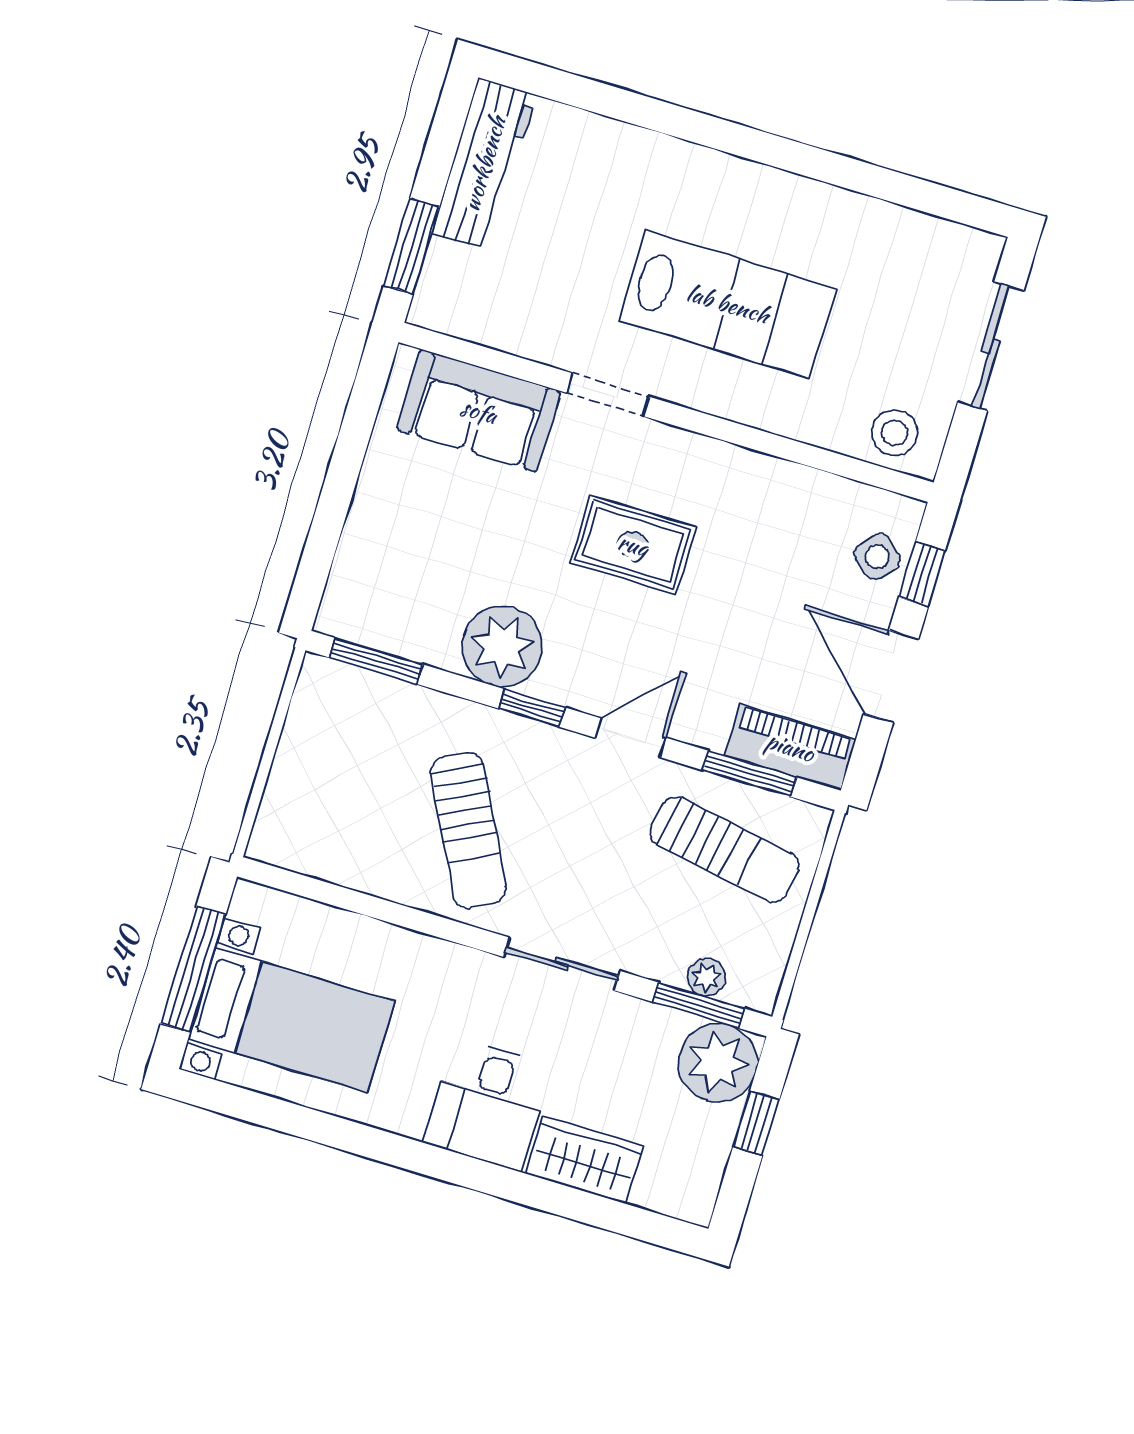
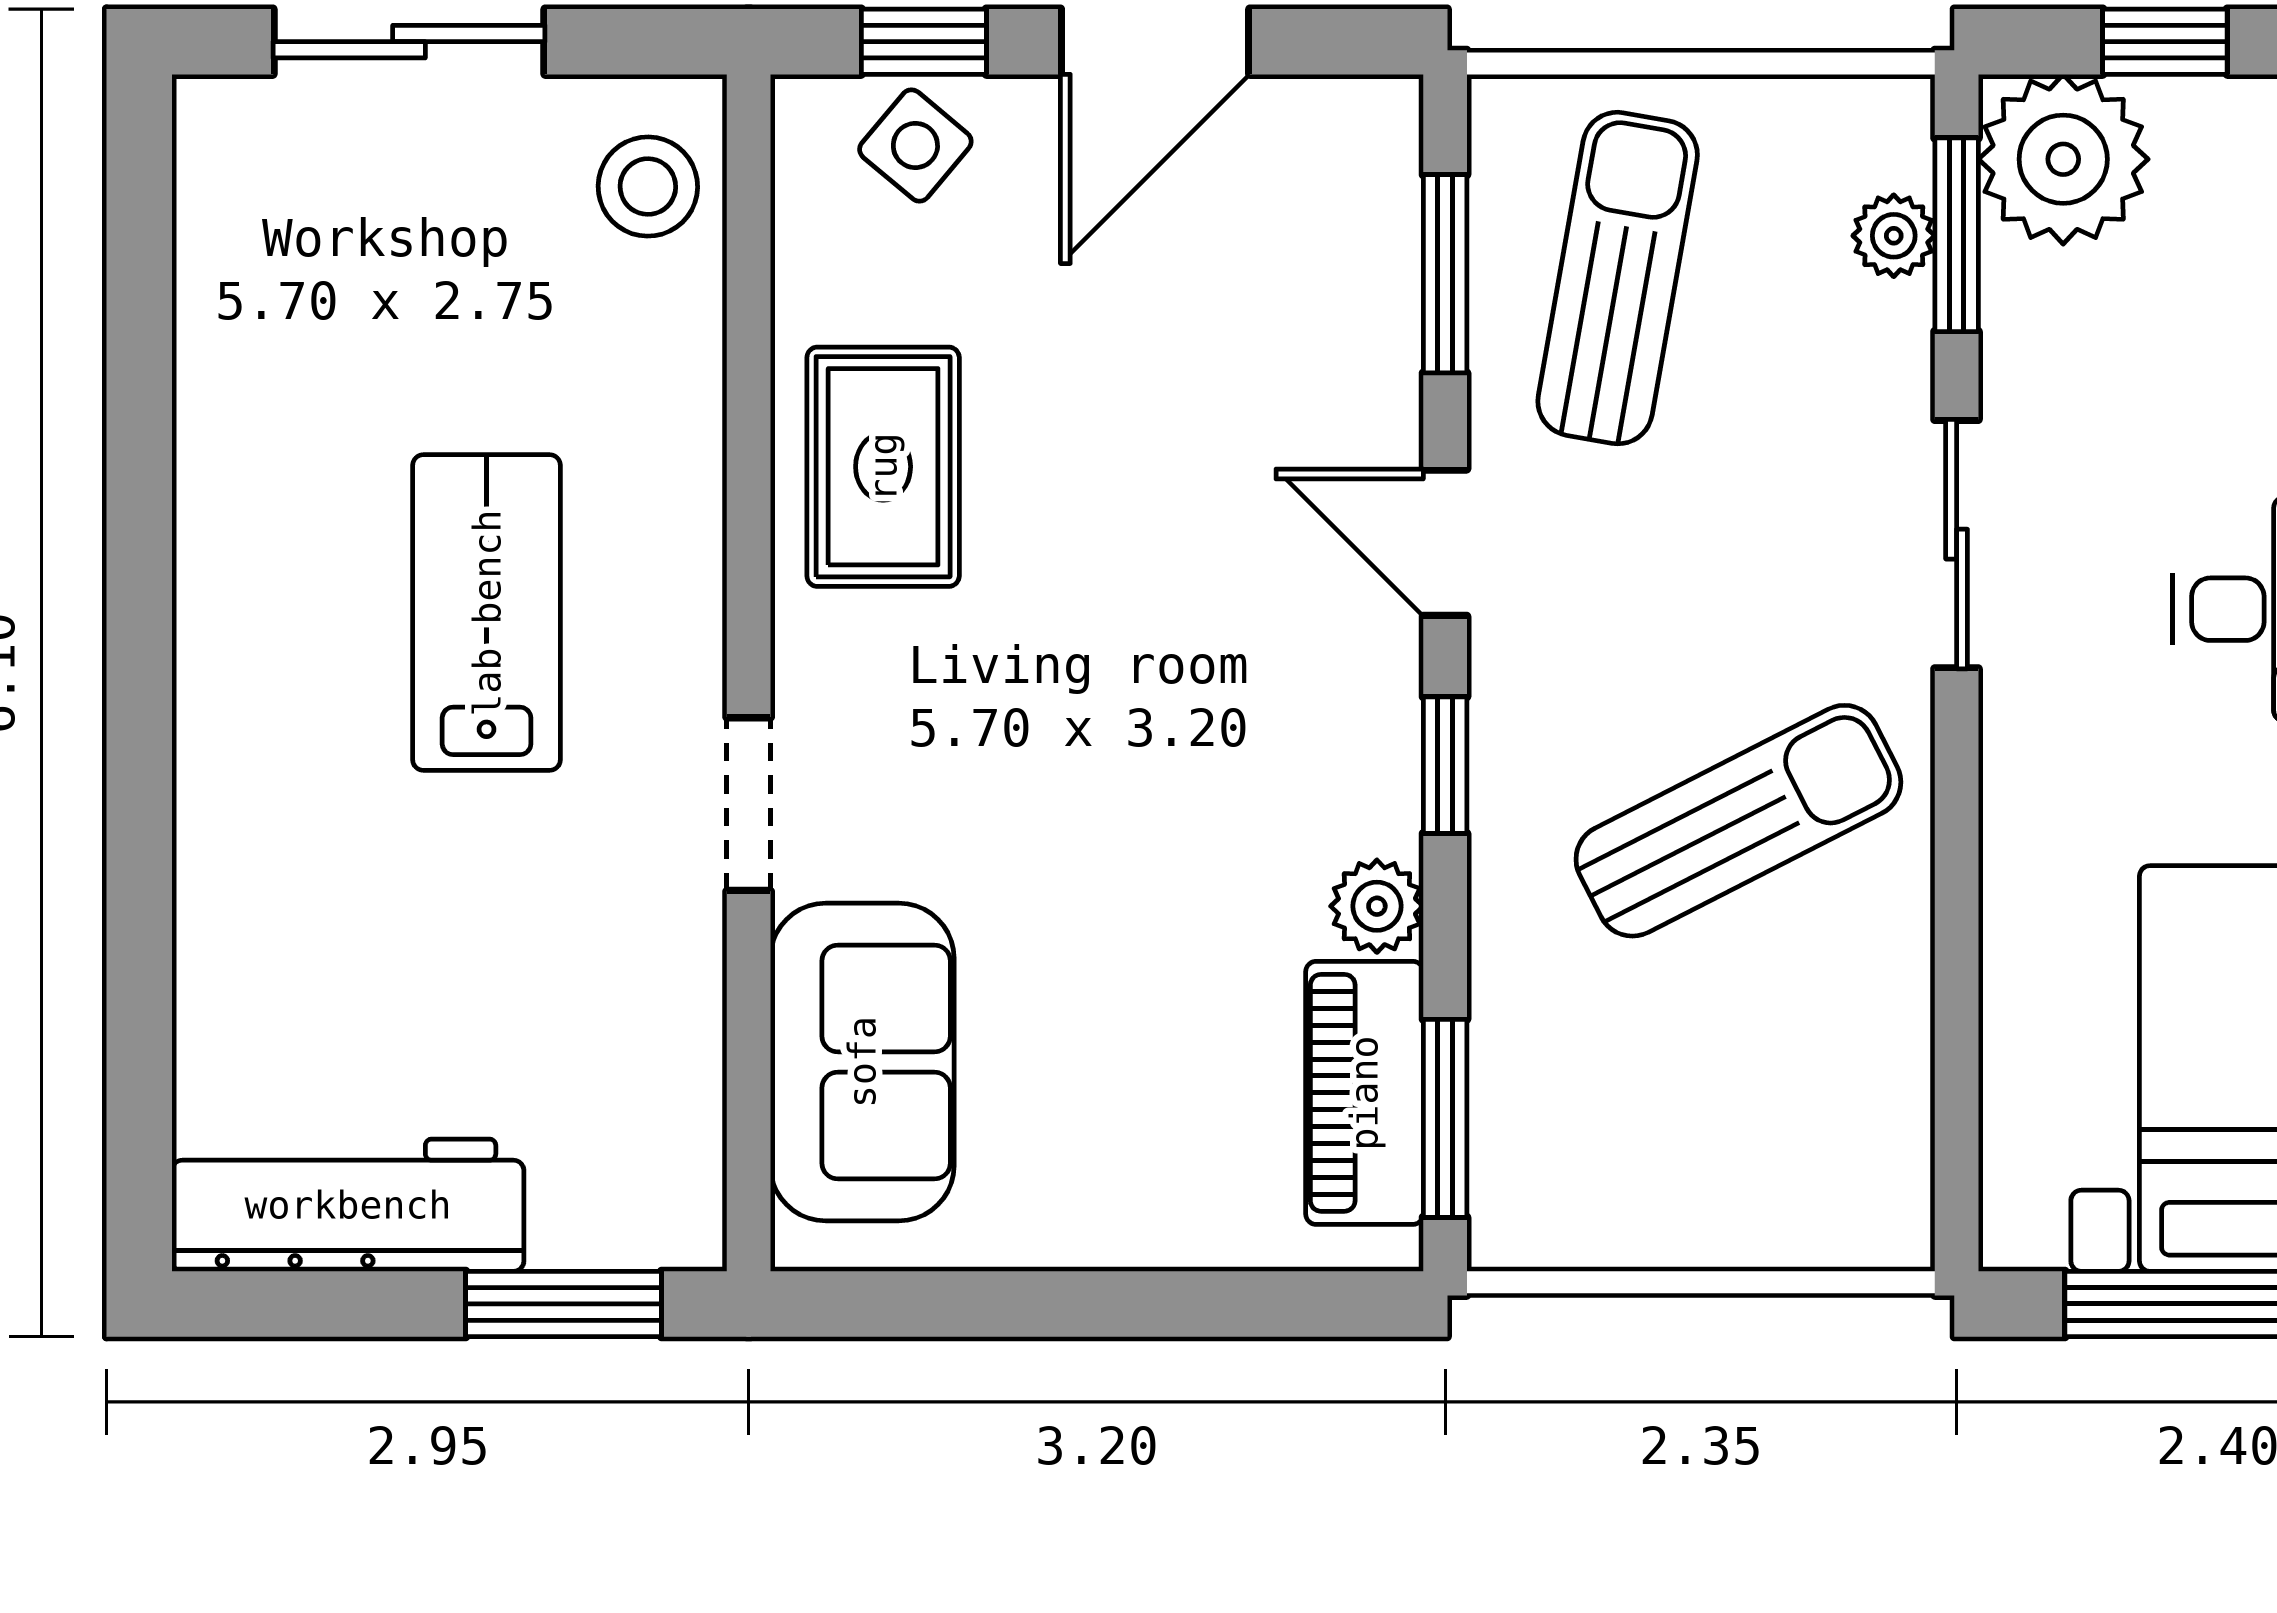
lab bench: (728, 304) -> (487, 613), width x0.73, depth x0.72
rug: (633, 545) -> (883, 467), moved
plant: (502, 647) -> (1377, 906), width x0.53, depth x0.53
piano: (790, 747) -> (1364, 1093), moved

